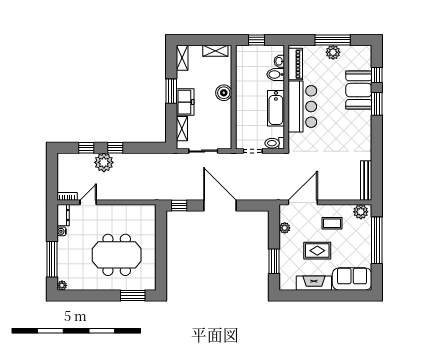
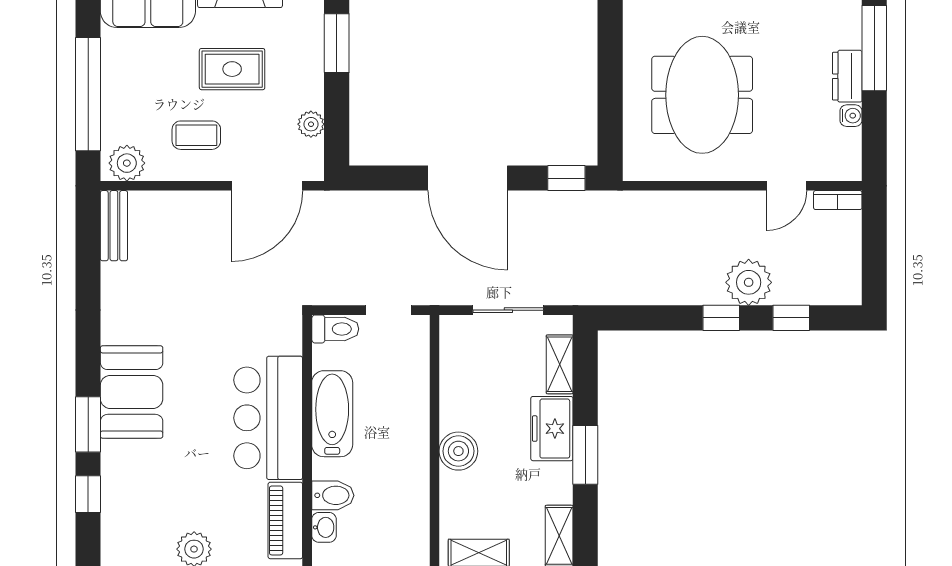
booth: (359, 90) -> (132, 392), moved
bench: (366, 181) -> (114, 226), width x0.73
dresser: (63, 215) -> (847, 76), moved
meeting table: (117, 255) -> (702, 95), moved, turned 90

